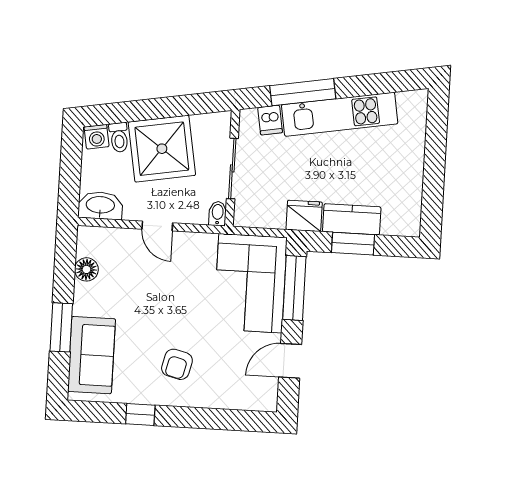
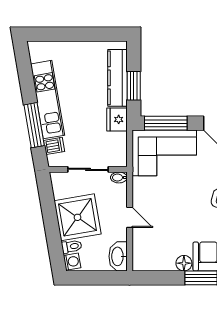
kitchen counter: (352, 219) -> (117, 78), width x1.50
door: (157, 226) -> (130, 217), hinge flipped
floor lamp: (86, 269) -> (184, 263), moved

